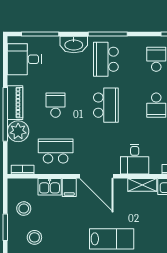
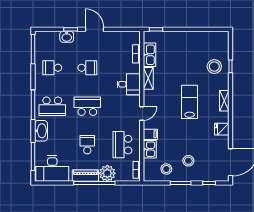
desk: (24, 59) -> (52, 169), width x1.37
school desk: (56, 105) -> (87, 145), turned 90
door: (96, 176) -> (142, 113), width x0.53

